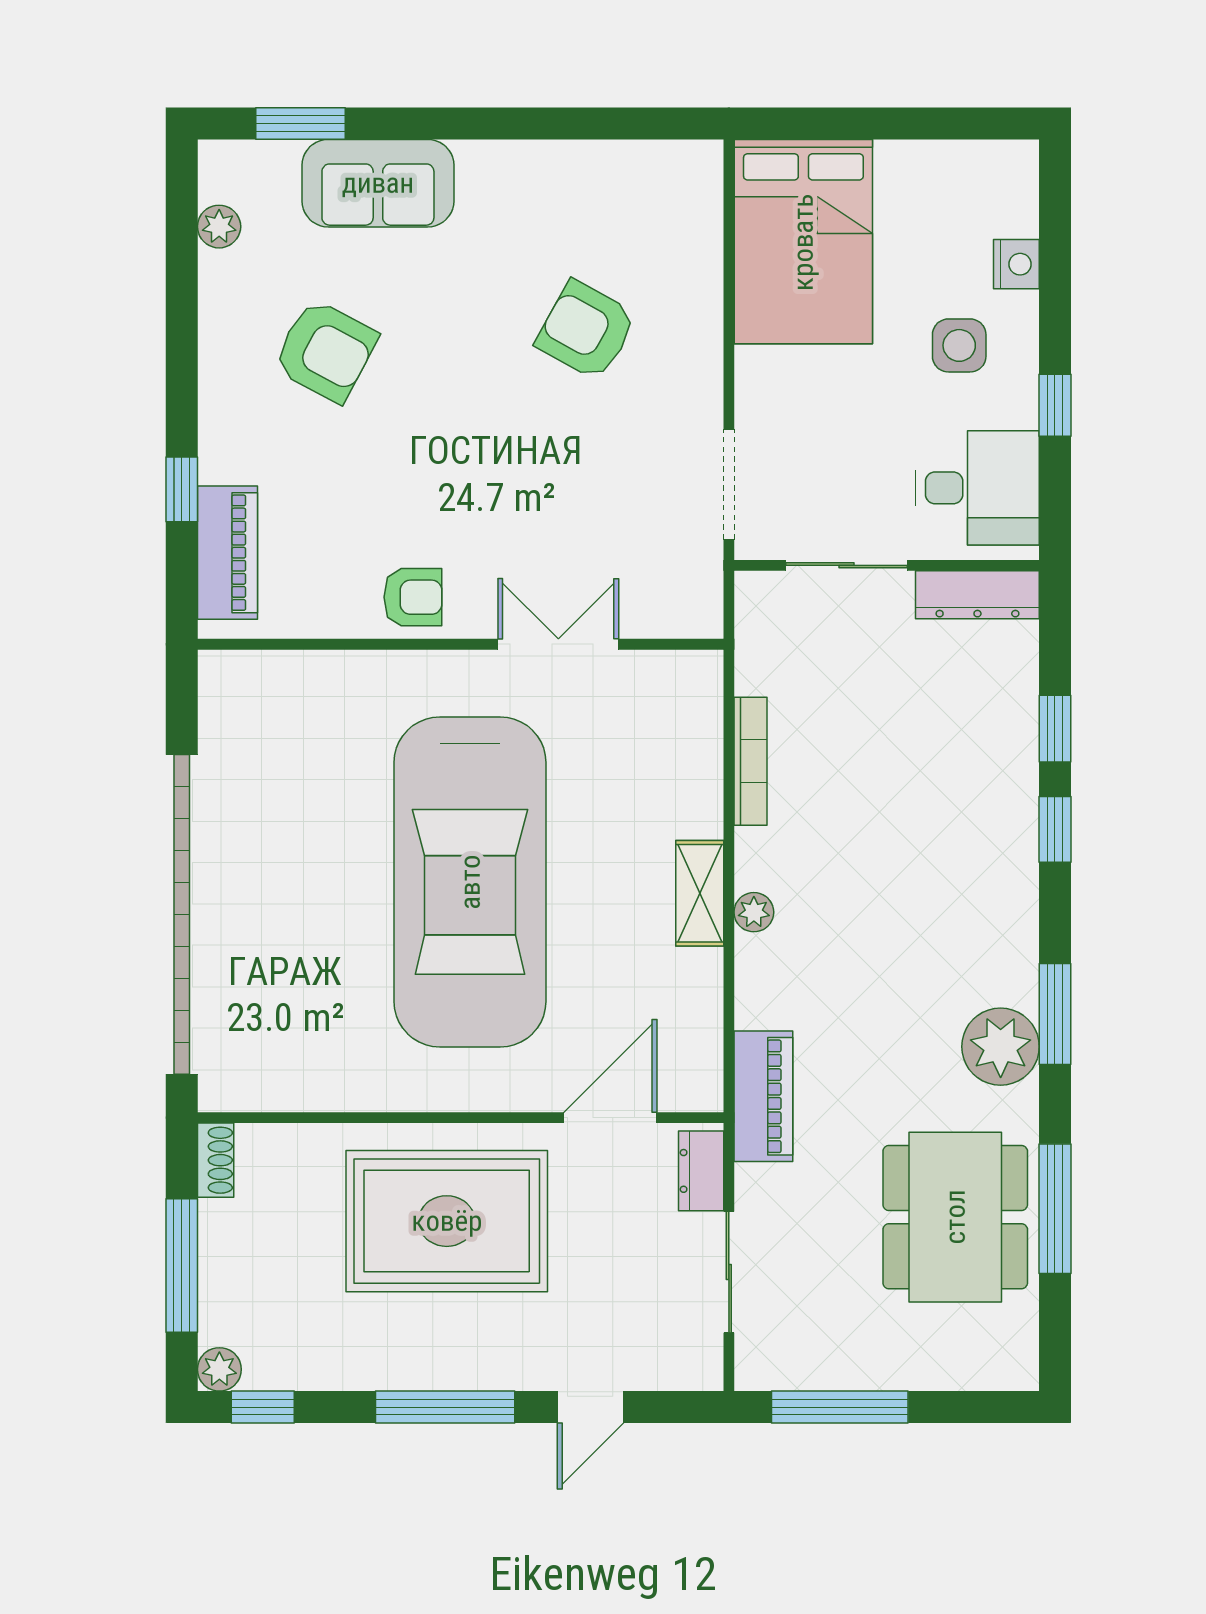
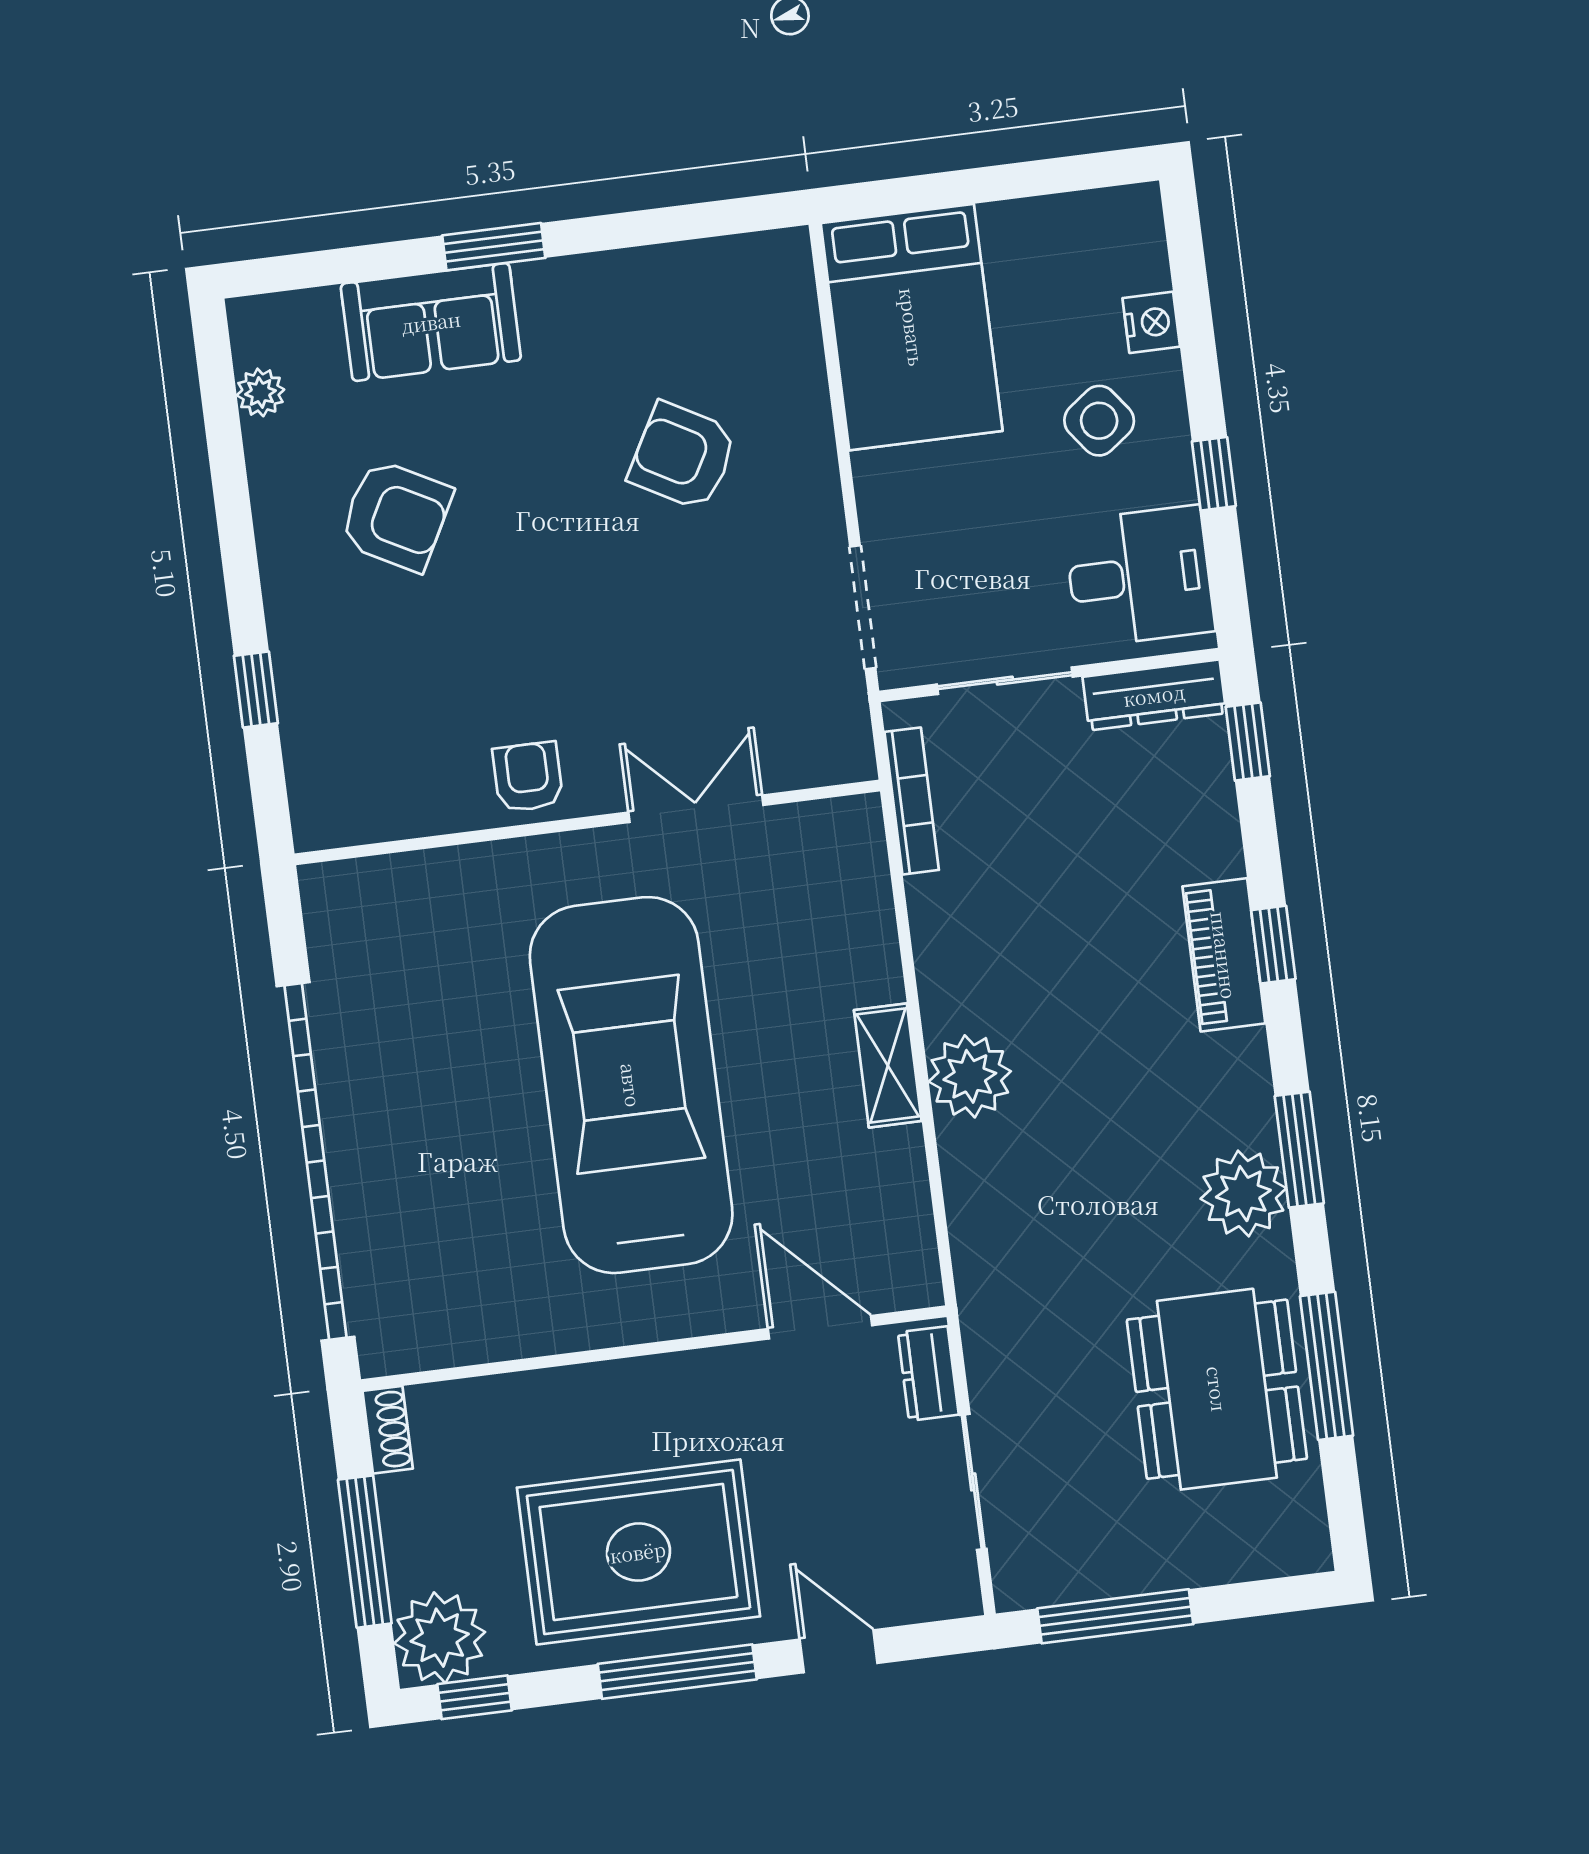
window: (300, 123) -> (494, 247), moved
side table: (959, 345) -> (1099, 421), turned -37
piano: (227, 553) -> (316, 753), removed
armchair: (413, 597) -> (528, 777), turned -90
window: (1055, 729) -> (1248, 741), moved
bookcase: (751, 761) -> (912, 801), moved
car: (470, 882) -> (631, 1085), turned 180
plant: (754, 912) -> (970, 1076), width x1.87, depth x1.87
piano: (763, 1096) -> (1224, 955), moved, turned 180
door: (610, 1118) -> (820, 1327), hinge flipped
rug: (447, 1221) -> (638, 1552), moved
plant: (219, 1369) -> (440, 1638), width x1.88, depth x1.88
door: (590, 1407) -> (839, 1651), swing flipped

